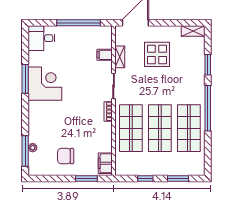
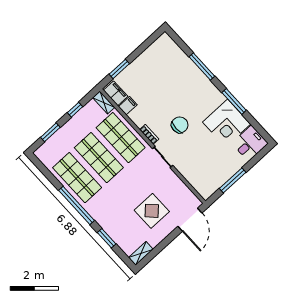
window: (78, 23) -> (233, 180), width x0.68
filing cabinet: (105, 55) -> (128, 106), moved
shelving: (120, 57) -> (104, 102), moved
corner desk: (45, 84) -> (227, 123), moved
plant: (33, 148) -> (181, 55), removed
window: (25, 151) -> (202, 67), moved
chair: (66, 156) -> (180, 125), moved

